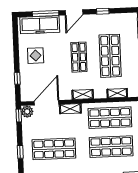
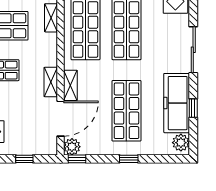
shelving: (83, 94) -> (51, 82), moved
door: (47, 103) -> (61, 119), swing flipped

